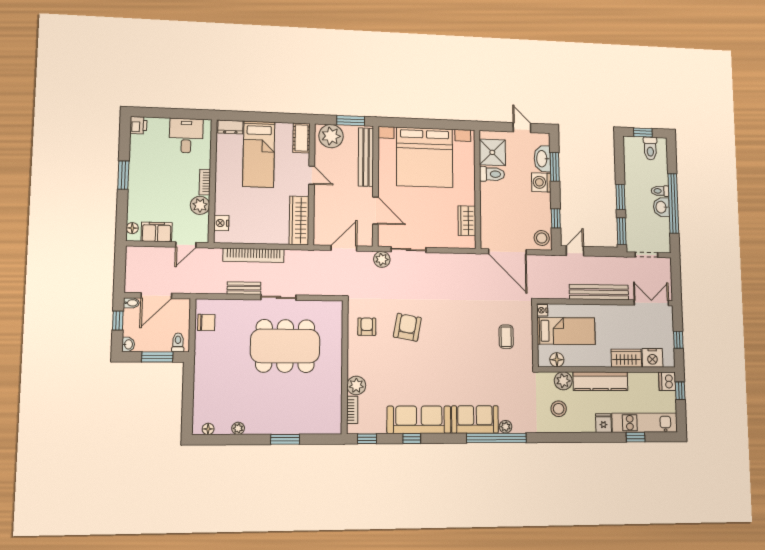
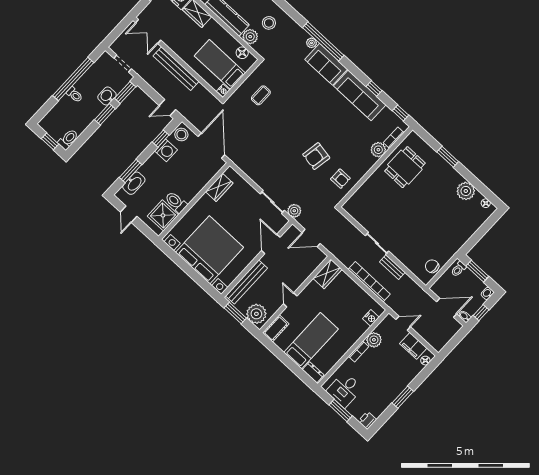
window: (173, 113) -> (341, 410), added
toilet: (650, 148) -> (68, 139), moved
washing machine: (541, 182) -> (166, 150), moved
washbasin: (661, 207) -> (107, 96), moved, turned 180
wardrobe: (299, 220) -> (327, 274), width x0.67
armchair: (367, 327) -> (340, 179), turned -90
dining table: (285, 346) -> (405, 167), moved, width x0.53, depth x0.80
plant: (238, 428) -> (466, 191), width x1.87, depth x1.87

